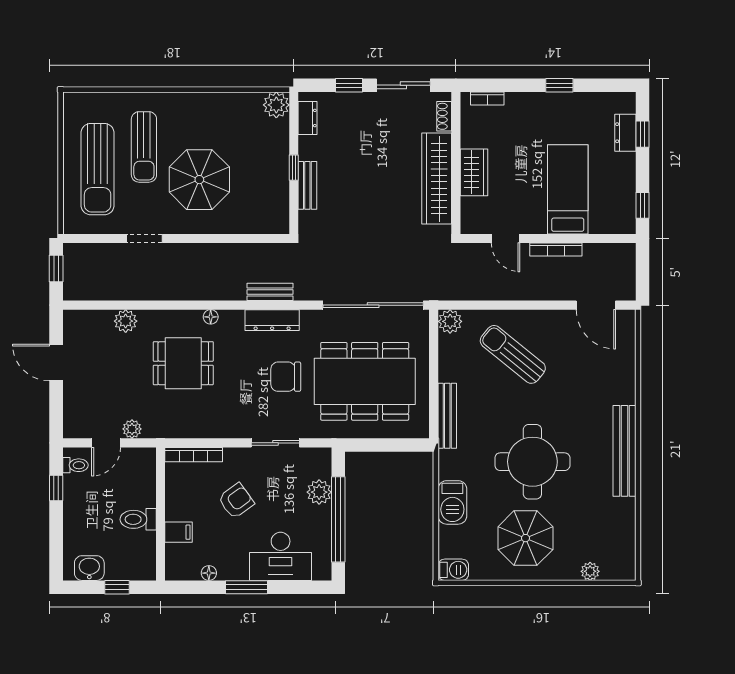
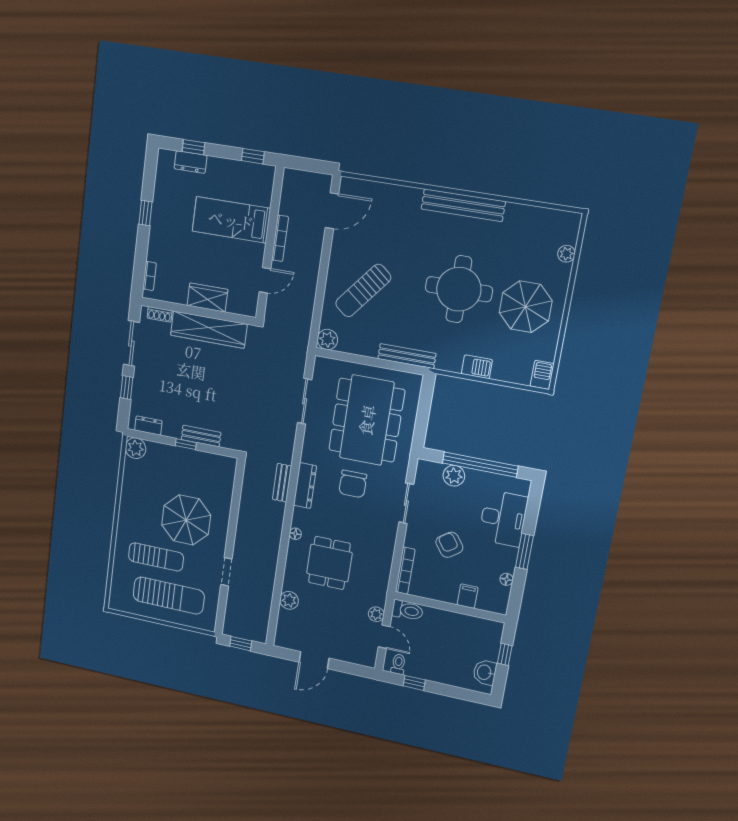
sliding door: (373, 305) -> (305, 401), width x0.54
barbecue: (452, 502) -> (477, 367), width x0.73, depth x0.79
toilet: (138, 519) -> (407, 610), moved, turned -90

